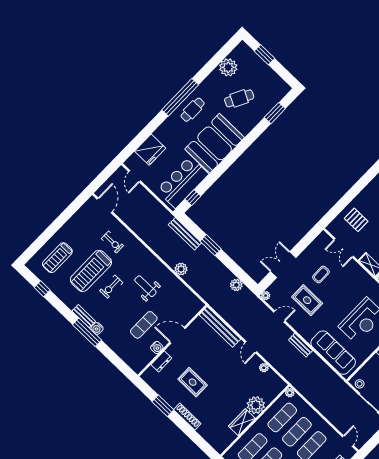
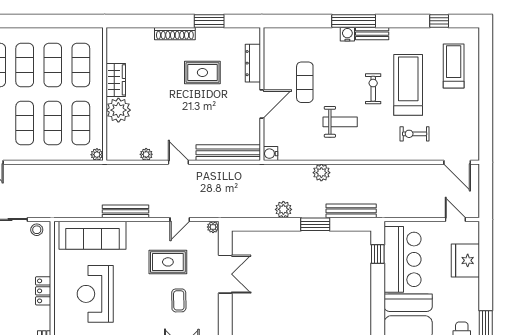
plant: (236, 285) -> (283, 209), moved
bench: (300, 345) -> (126, 211), width x1.36
water cooler: (157, 348) -> (271, 154), moved
dresser: (161, 361) -> (253, 63), width x1.44

